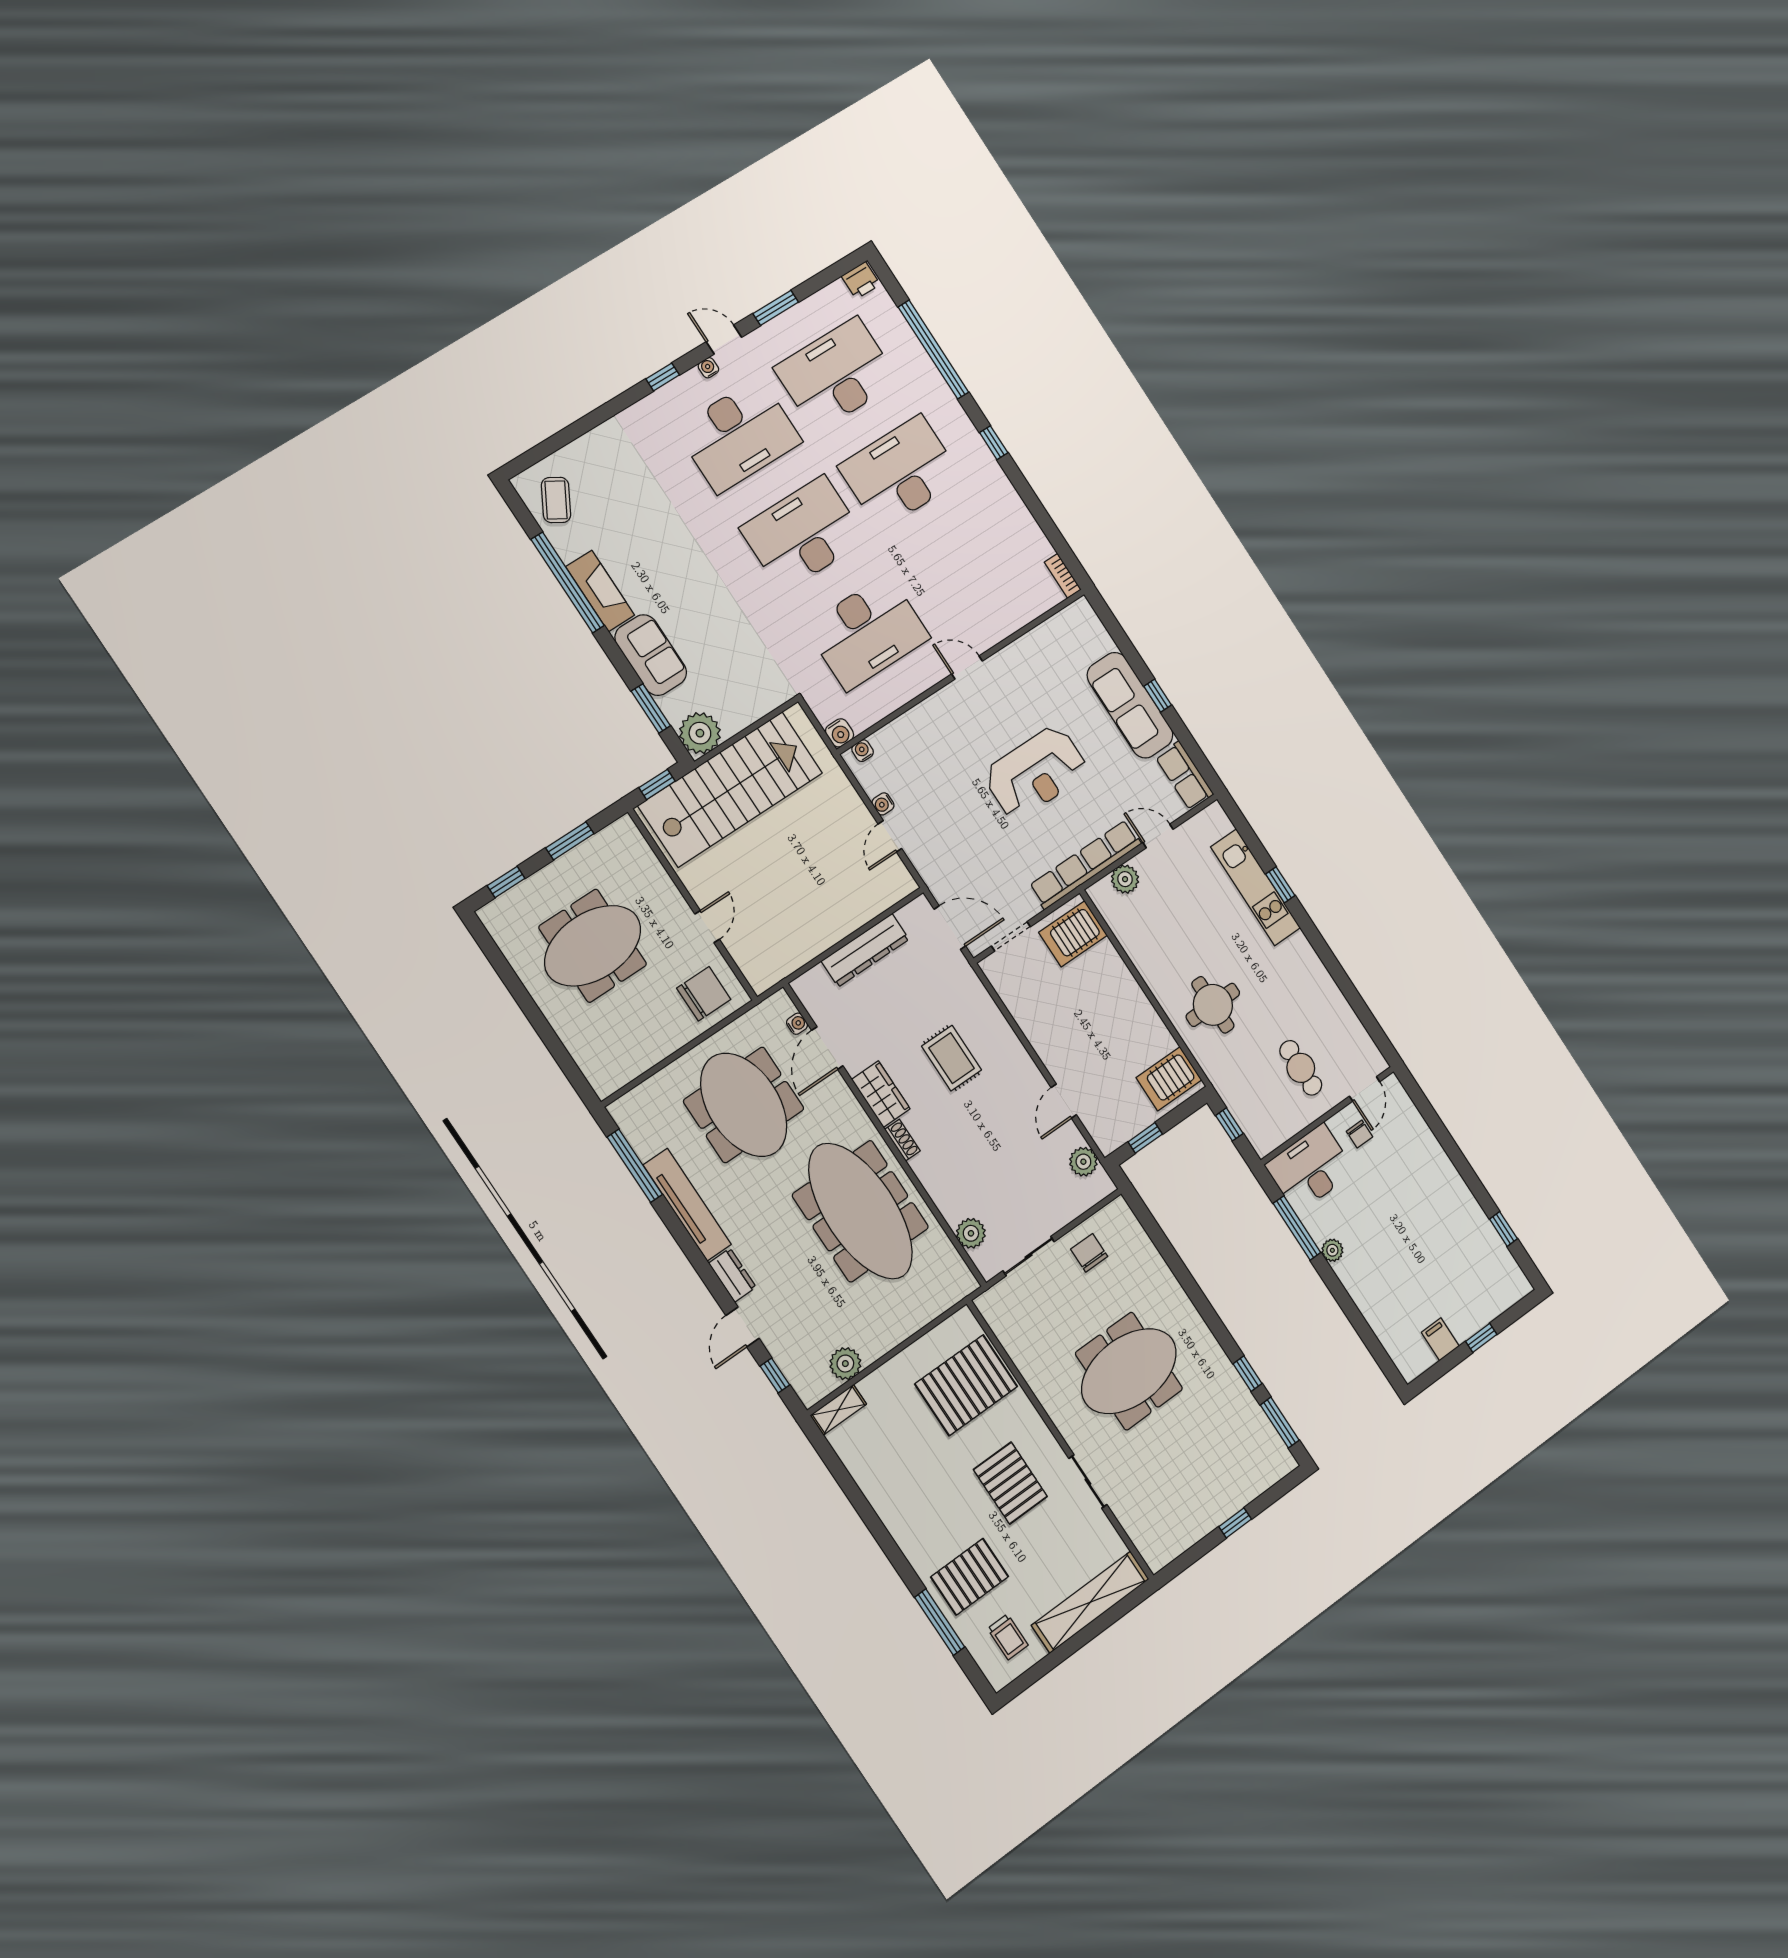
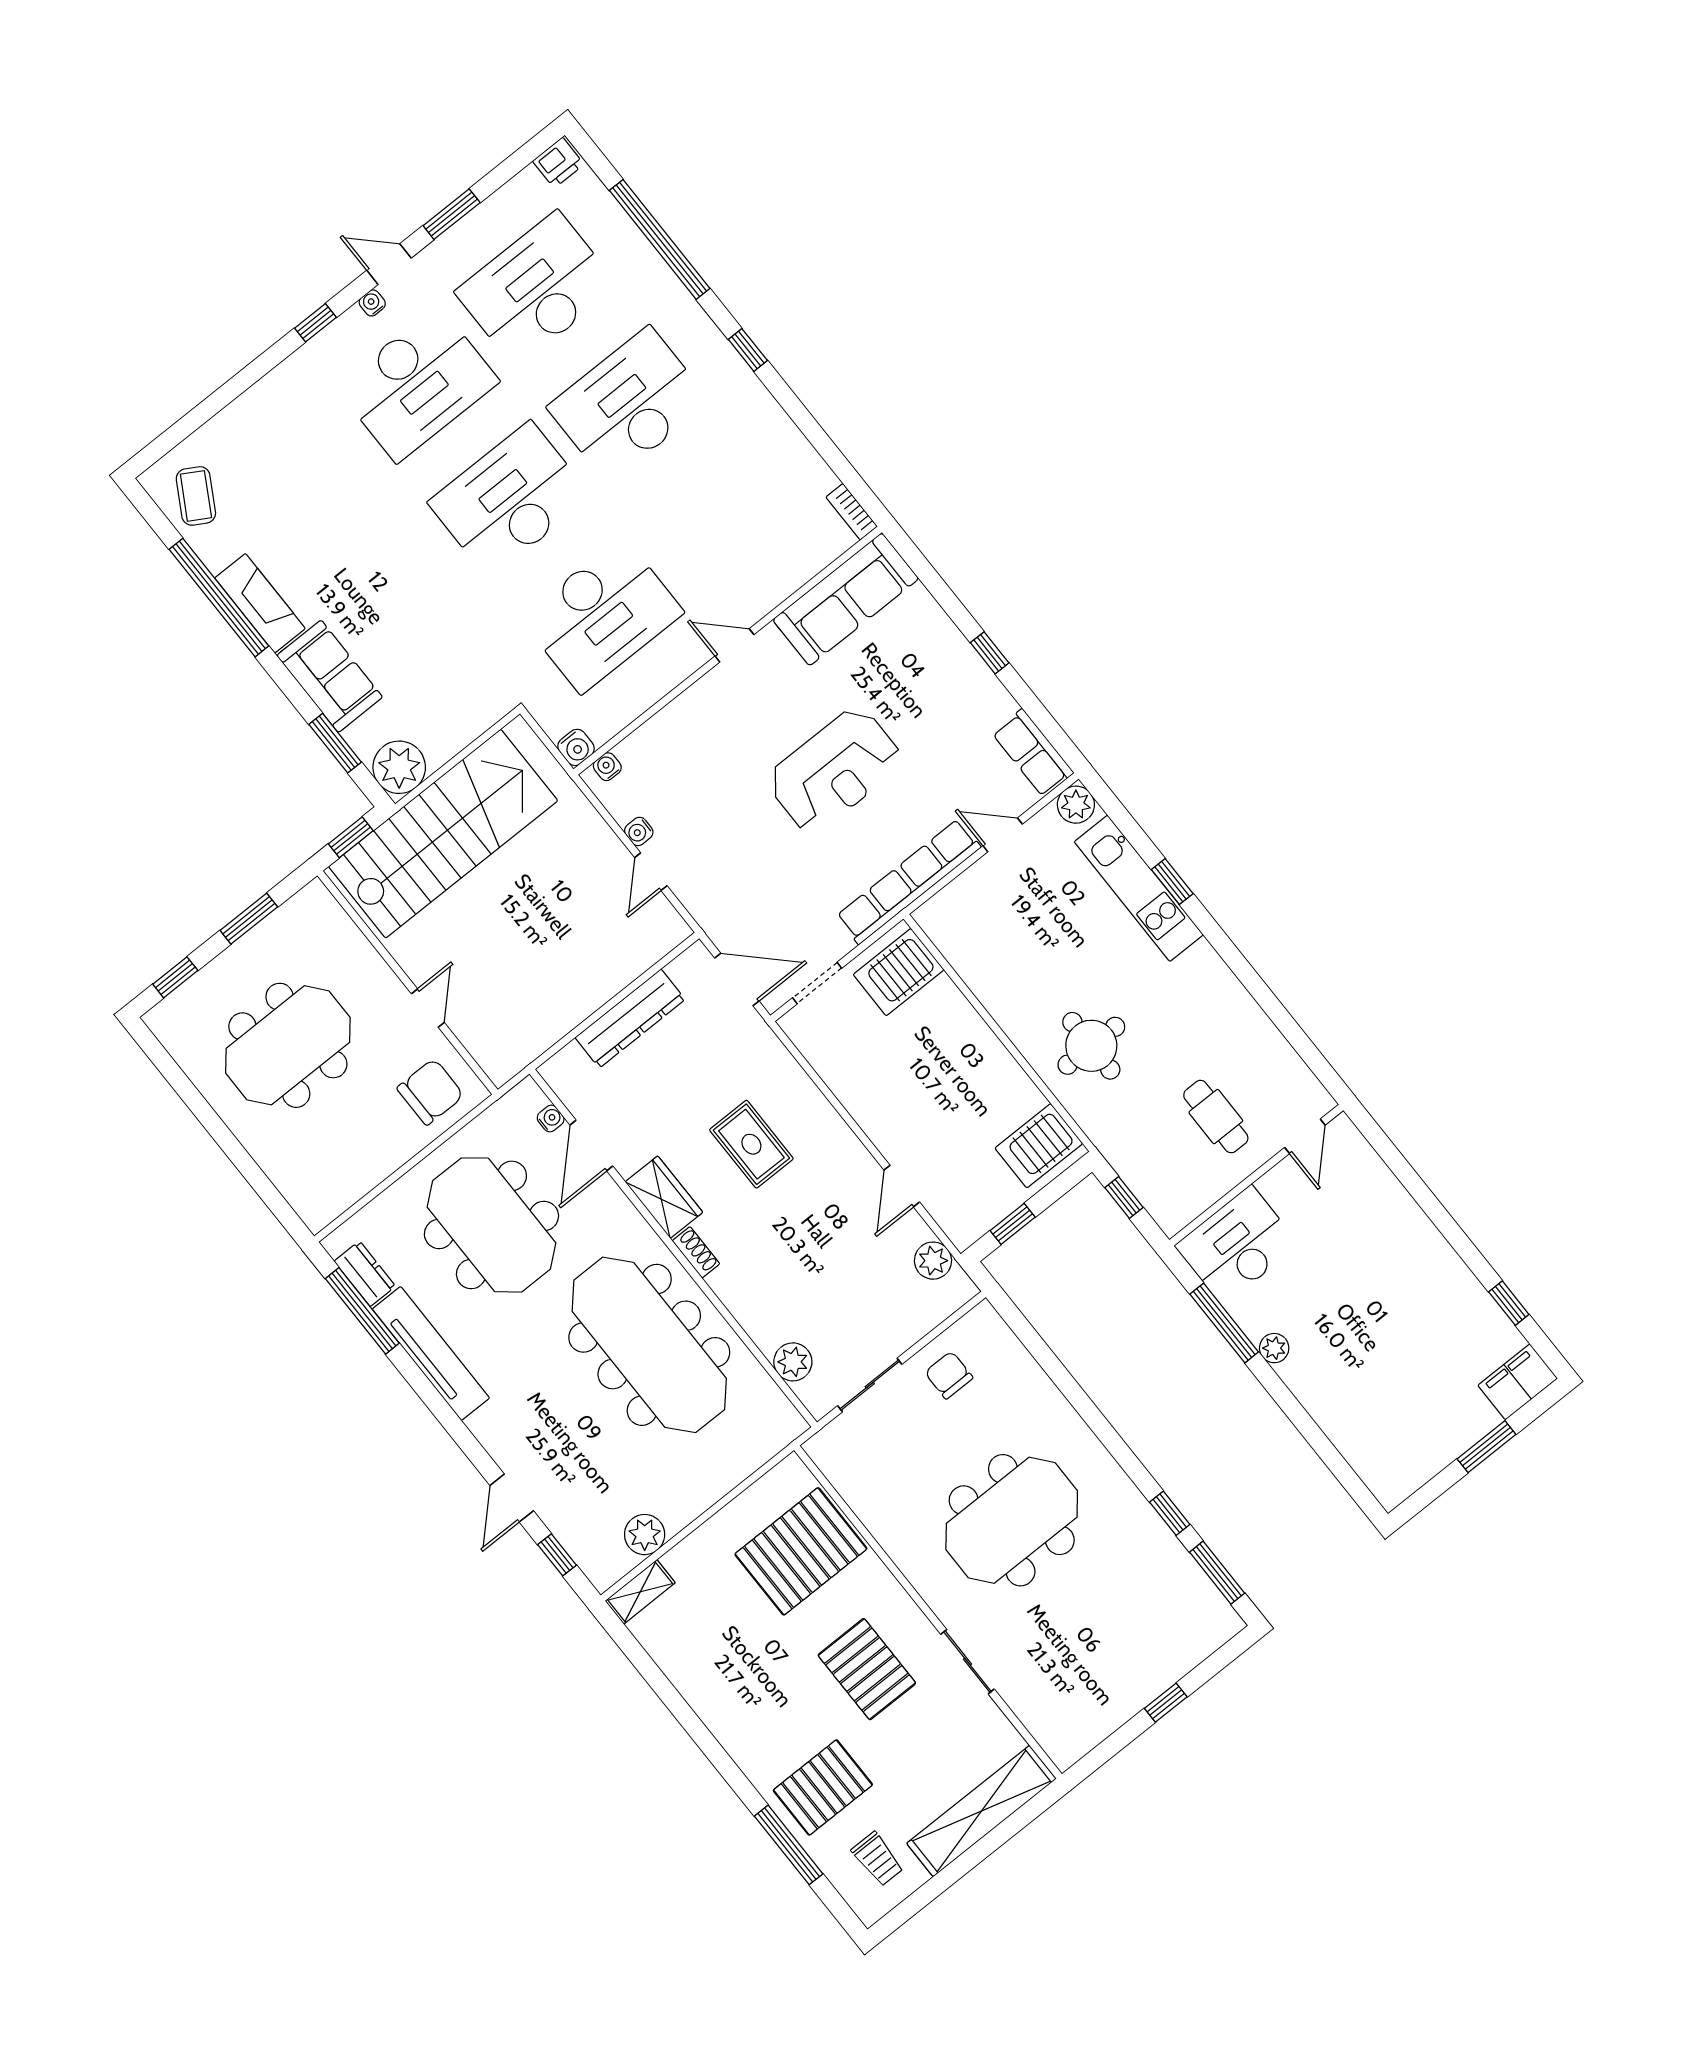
sofa: (1130, 705) -> (846, 599), moved, turned -90
plant: (1125, 879) -> (1076, 805), moved
chair: (1360, 1134) -> (1302, 1195), removed
dresser: (732, 1275) -> (365, 1274), moved
window: (1481, 1338) -> (1486, 1447), width x1.50
filing cabinet: (1440, 1339) -> (1518, 1382), moved, width x2.00

